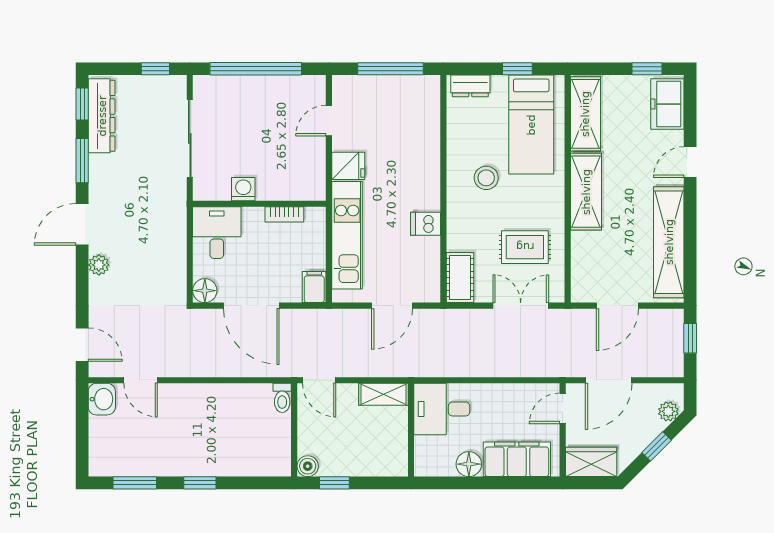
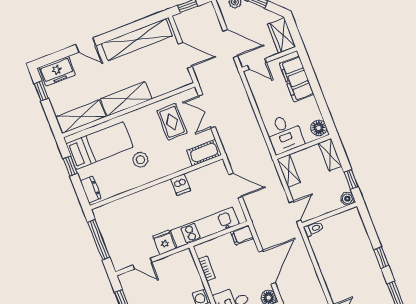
floor lamp: (469, 464) -> (319, 128), moved
shelving: (384, 466) -> (330, 155), added

